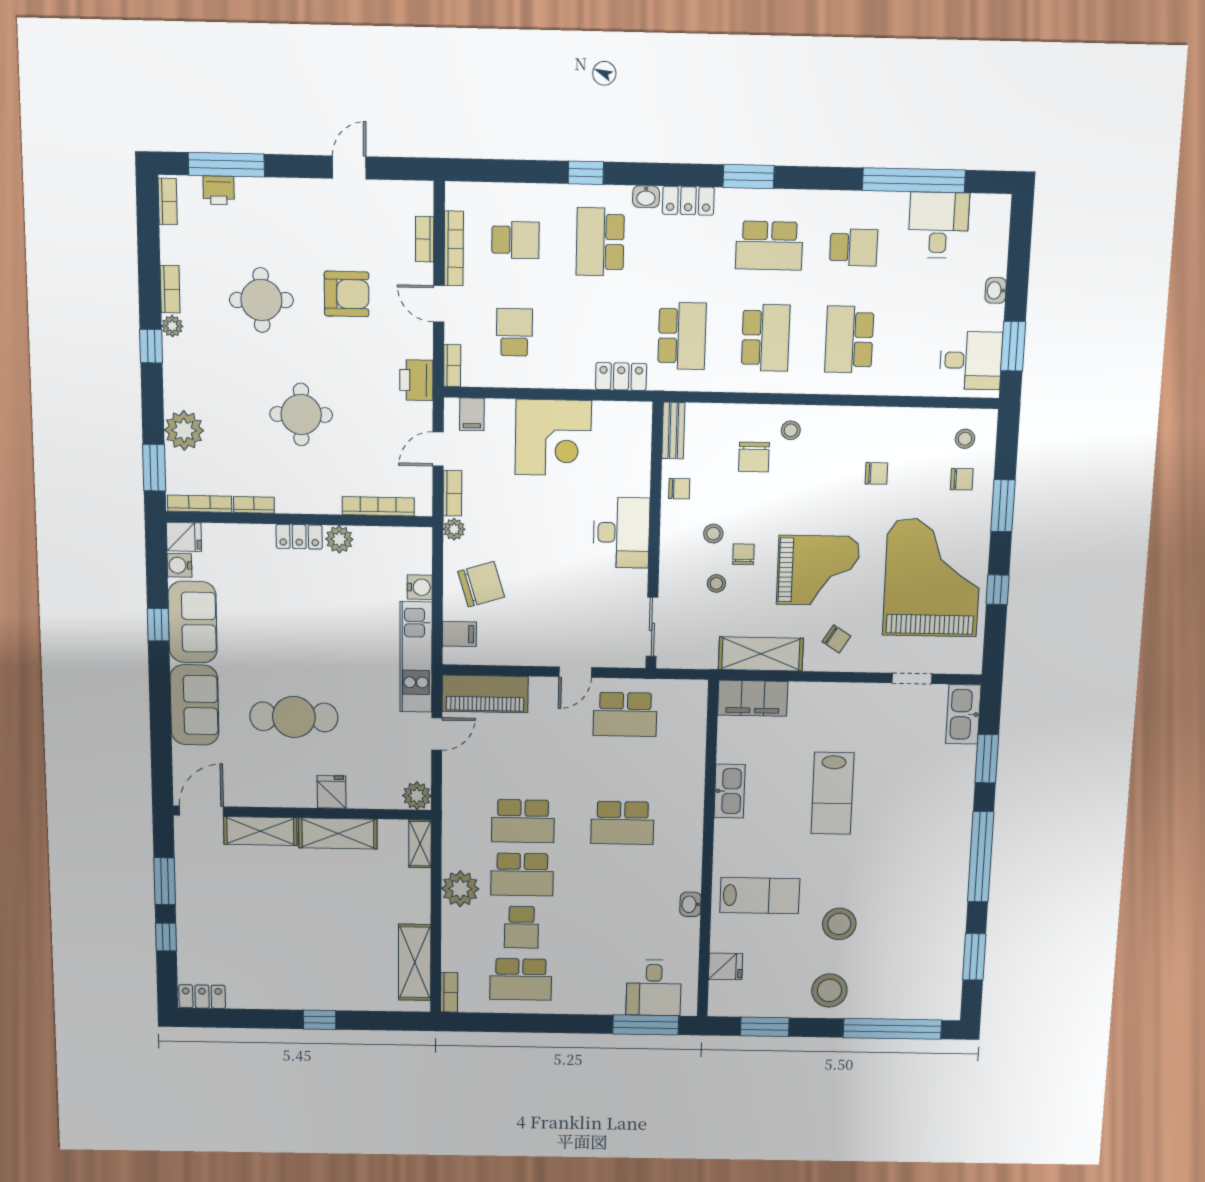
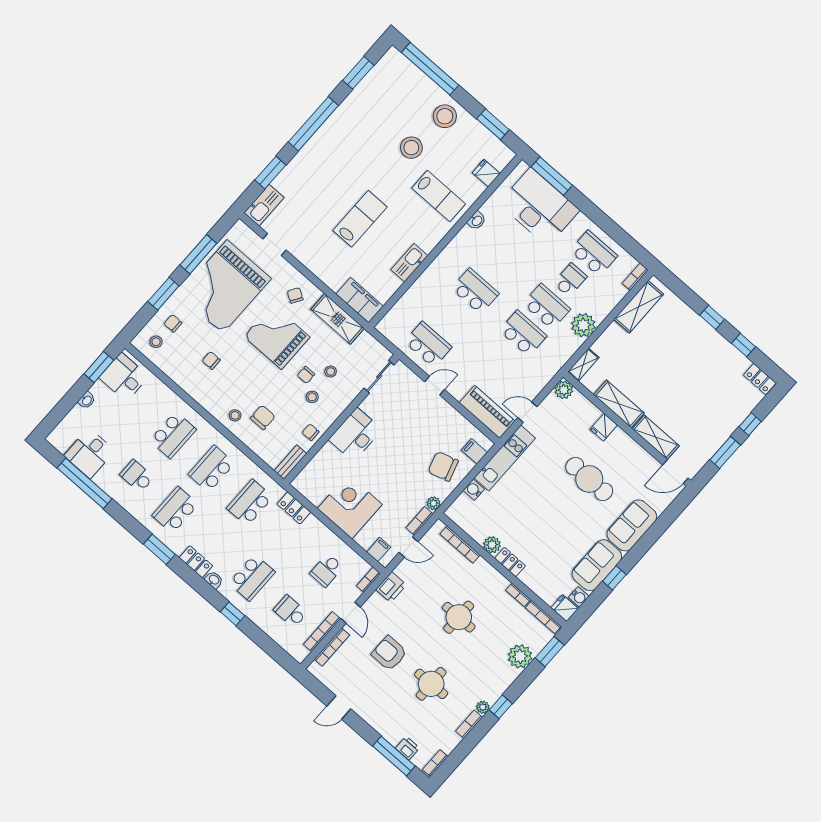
bookcase: (425, 239) -> (332, 647), width x1.56
school desk: (769, 246) -> (175, 510), turned -90
window: (998, 590) -> (198, 254), width x2.17
lab bench: (760, 896) -> (439, 196), turned 180
desk: (654, 988) -> (539, 207), width x1.87, depth x1.30
window: (256, 1019) -> (743, 345), added

